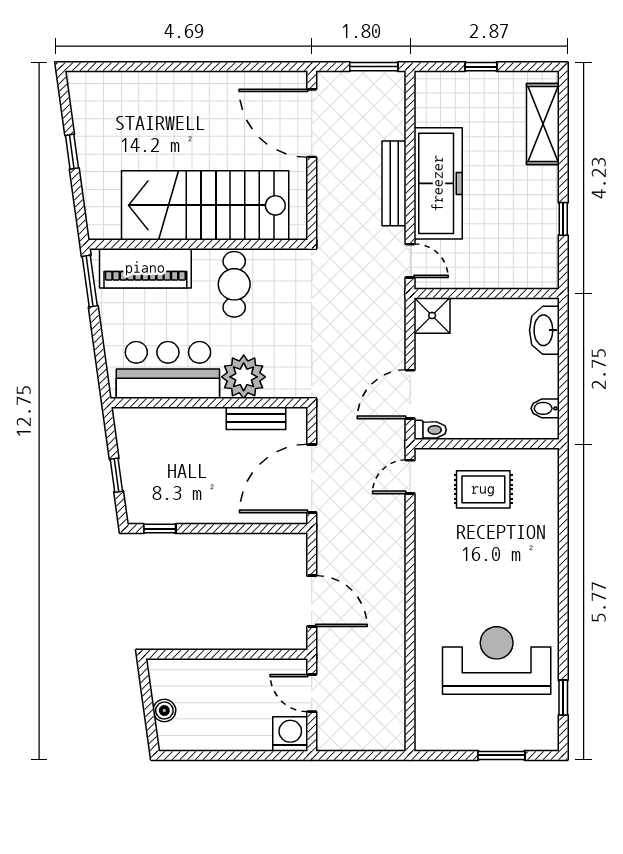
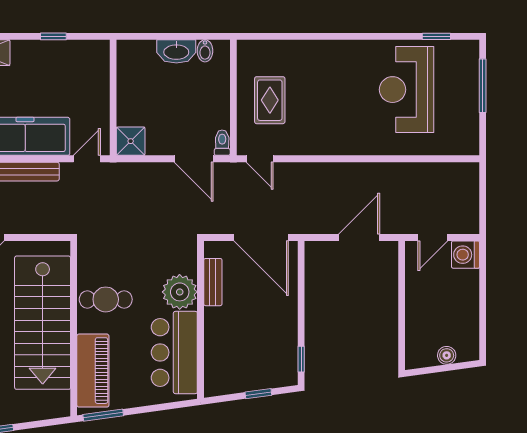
washbasin: (544, 330) -> (176, 51), moved
window: (501, 755) -> (483, 86), width x1.44

